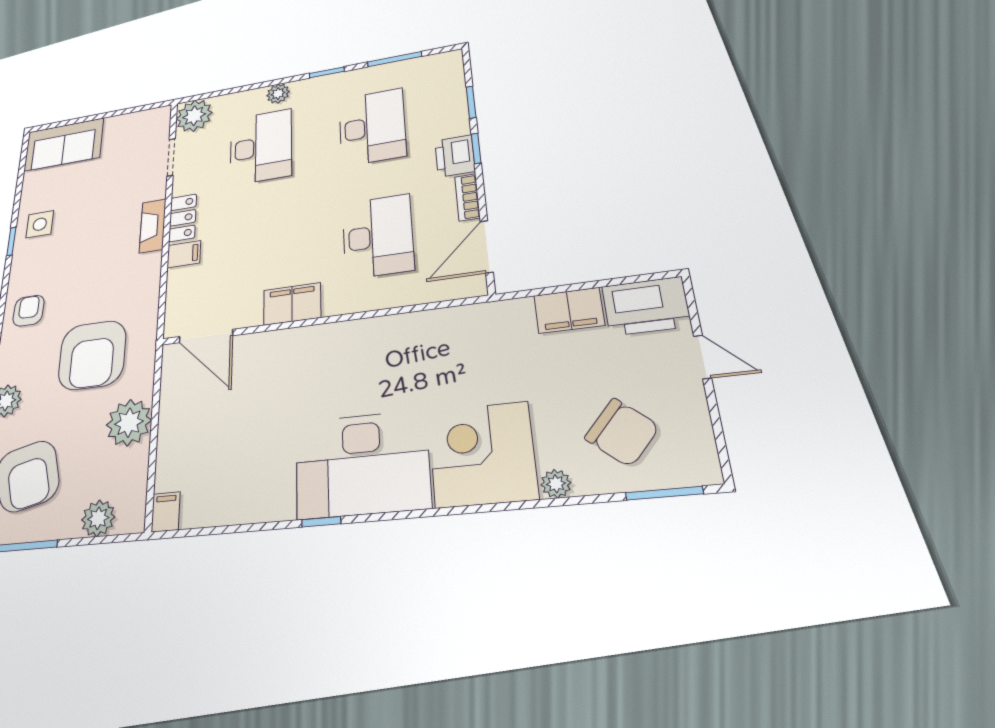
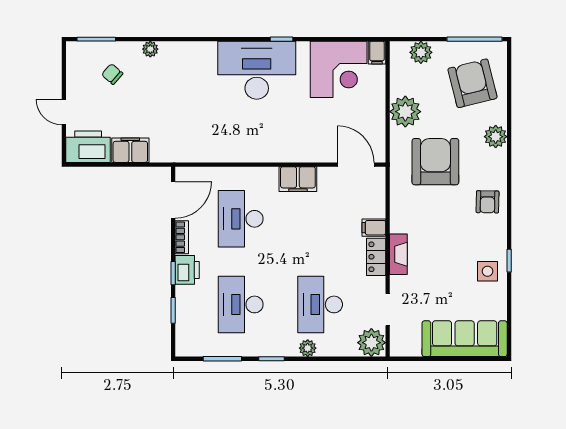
sofa: (64, 145) -> (465, 339), width x1.36
chair: (622, 432) -> (112, 74), width x0.54, depth x0.54
corner desk: (482, 454) -> (339, 69), moved

